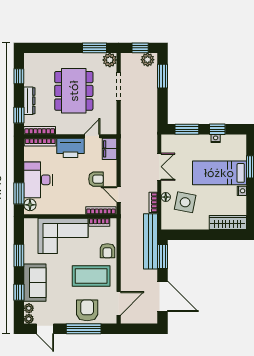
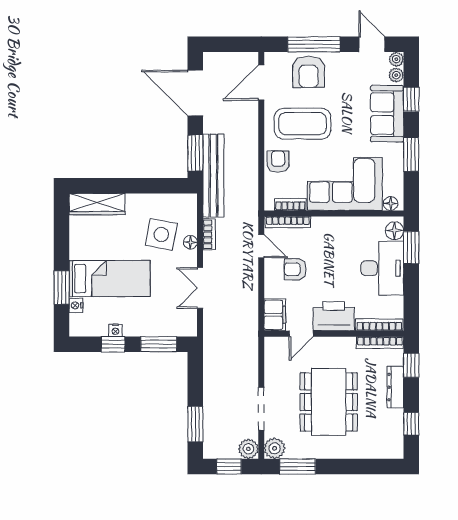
plant: (148, 60) -> (248, 449), moved
nightstand: (242, 191) -> (76, 305), moved
floor lamp: (33, 223) -> (391, 203), added

